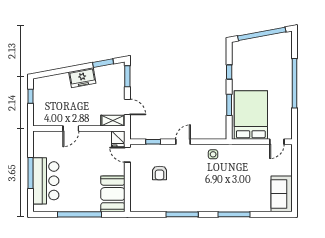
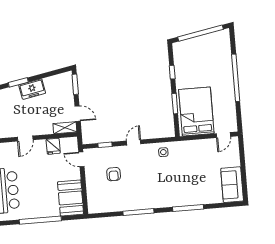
window: (103, 63) -> (18, 82), moved
fridge: (118, 139) -> (53, 146), moved

